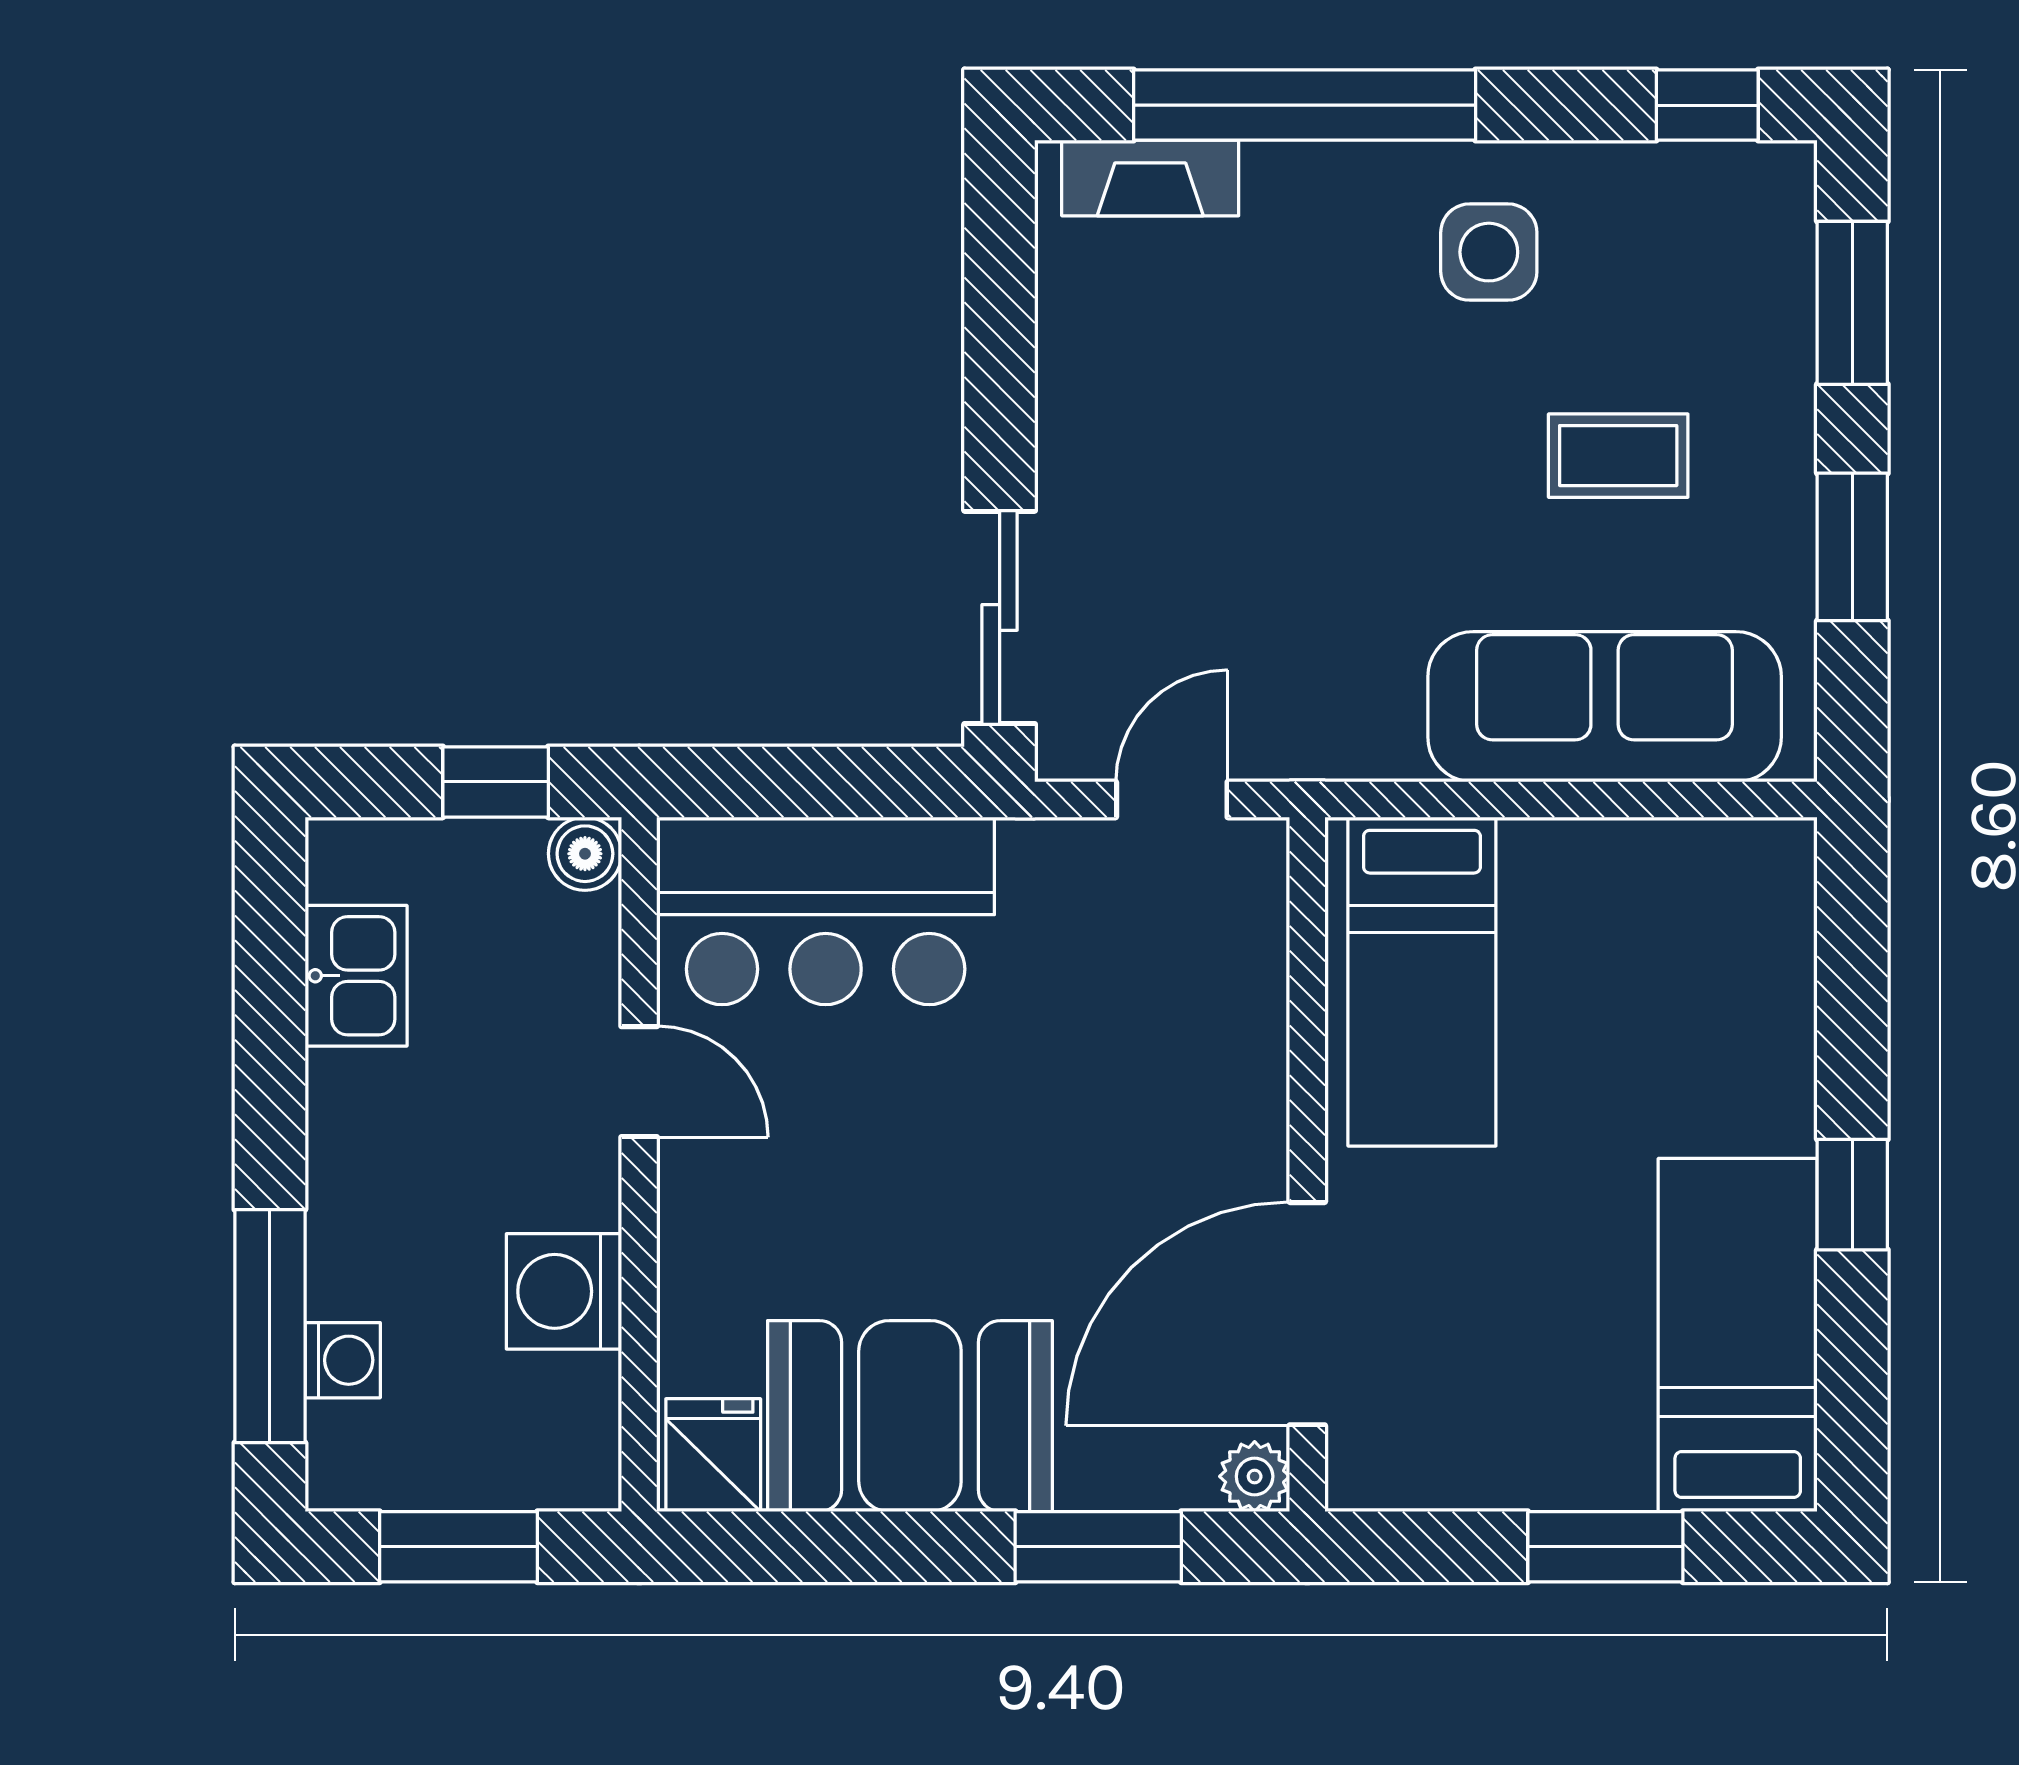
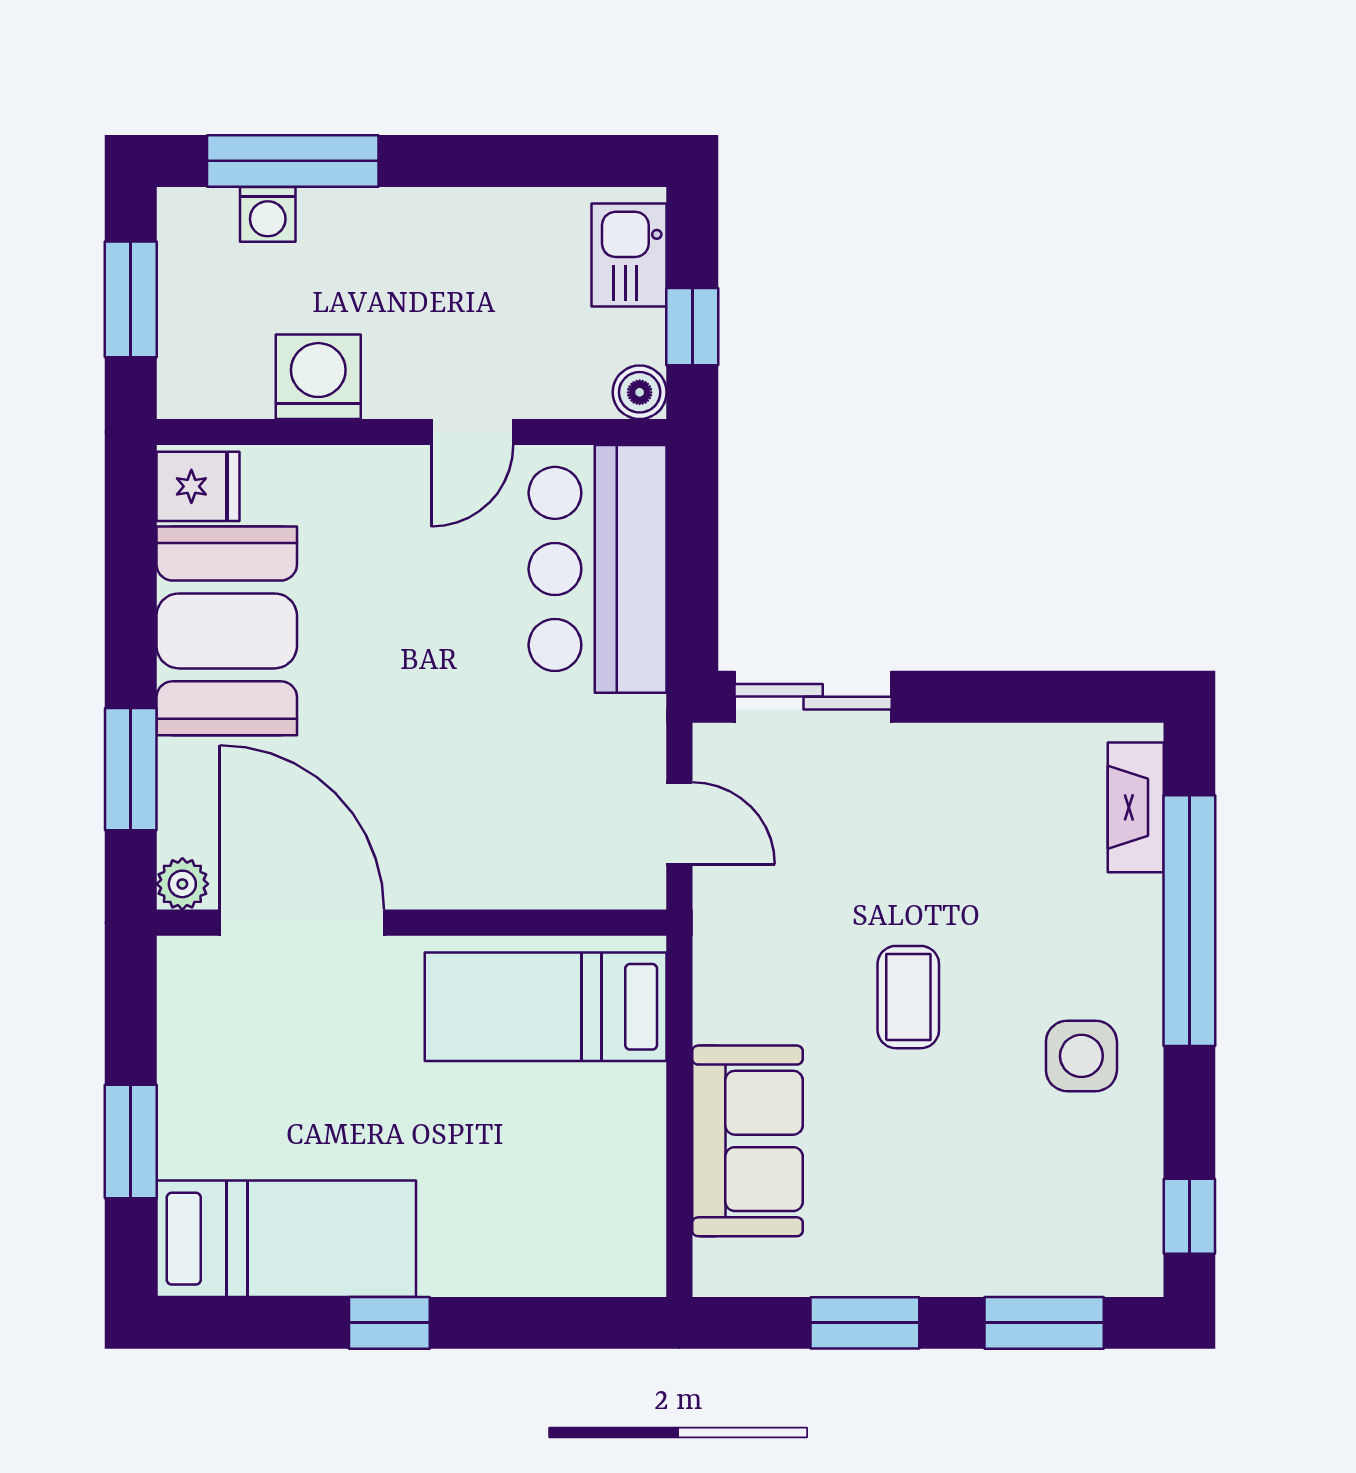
coffee table: (1618, 456) -> (908, 997), moved
sofa: (1605, 707) -> (747, 1141), width x0.73
kitchen sink: (356, 976) -> (629, 255), moved, turned 90

